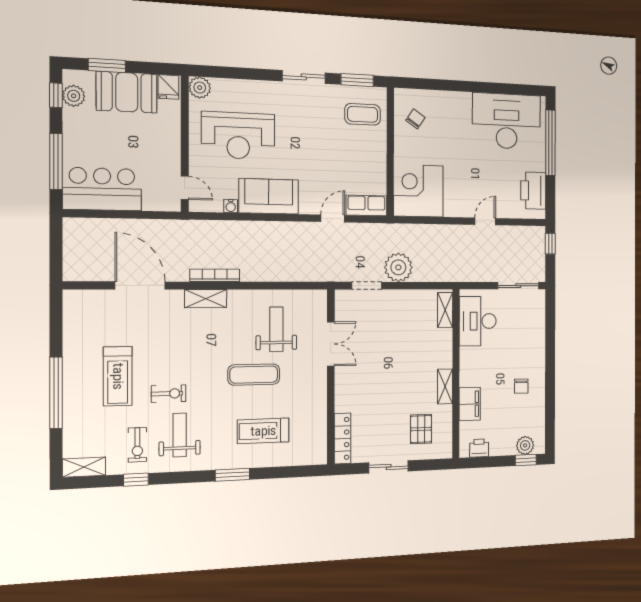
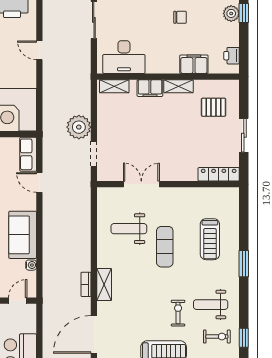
bookcase: (215, 275) -> (86, 284), width x0.64
filing cabinet: (443, 352) -> (150, 88), added

